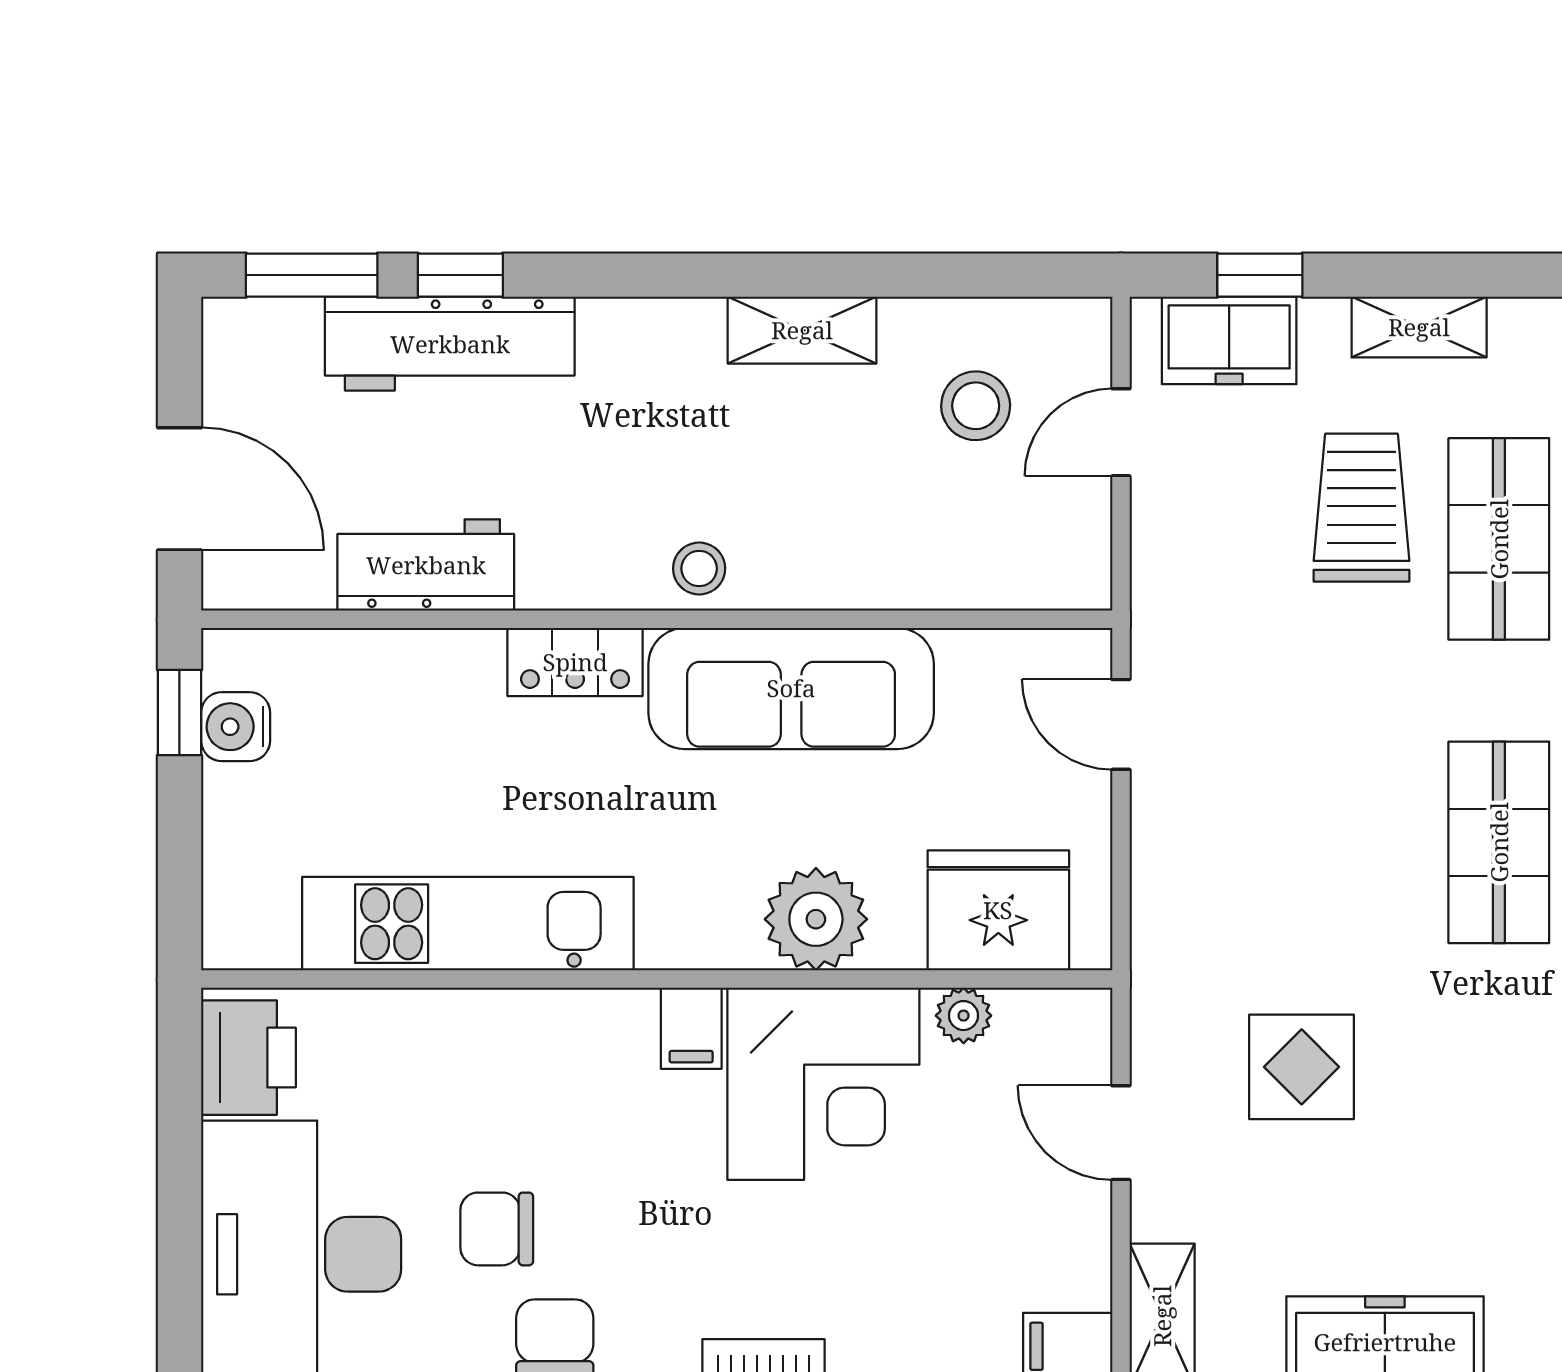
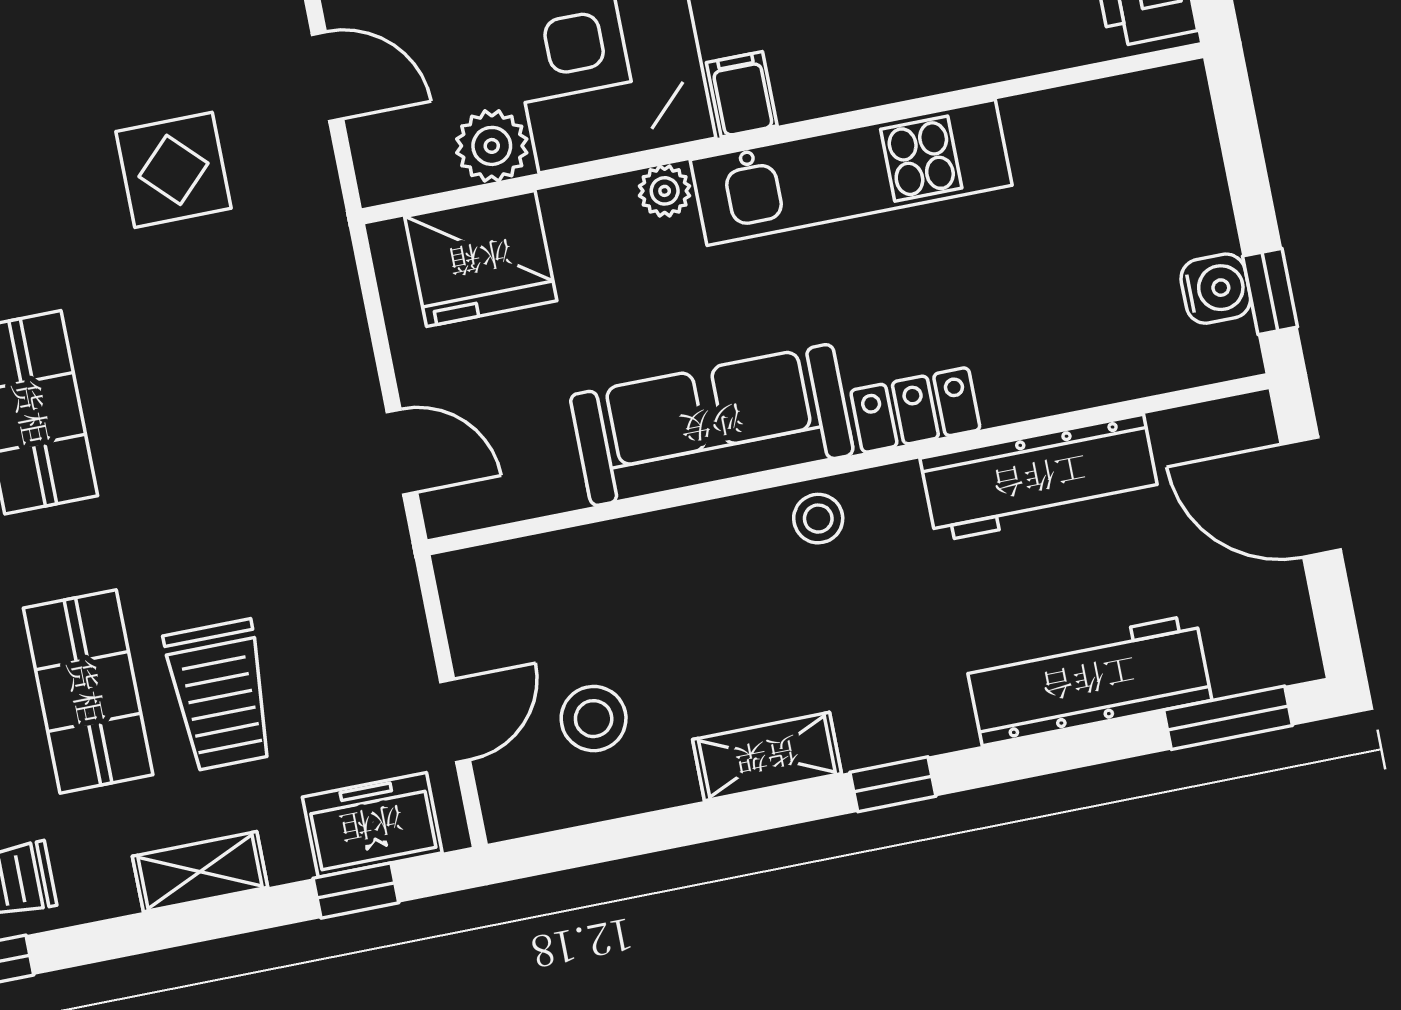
window: (460, 275) -> (893, 784), moved
workbench: (426, 565) -> (1040, 478), width x1.38
plant: (816, 919) -> (665, 191), width x0.53, depth x0.53
kitchen unit: (468, 924) -> (851, 173), moved
plant: (964, 1016) -> (492, 146), width x1.38, depth x1.38

